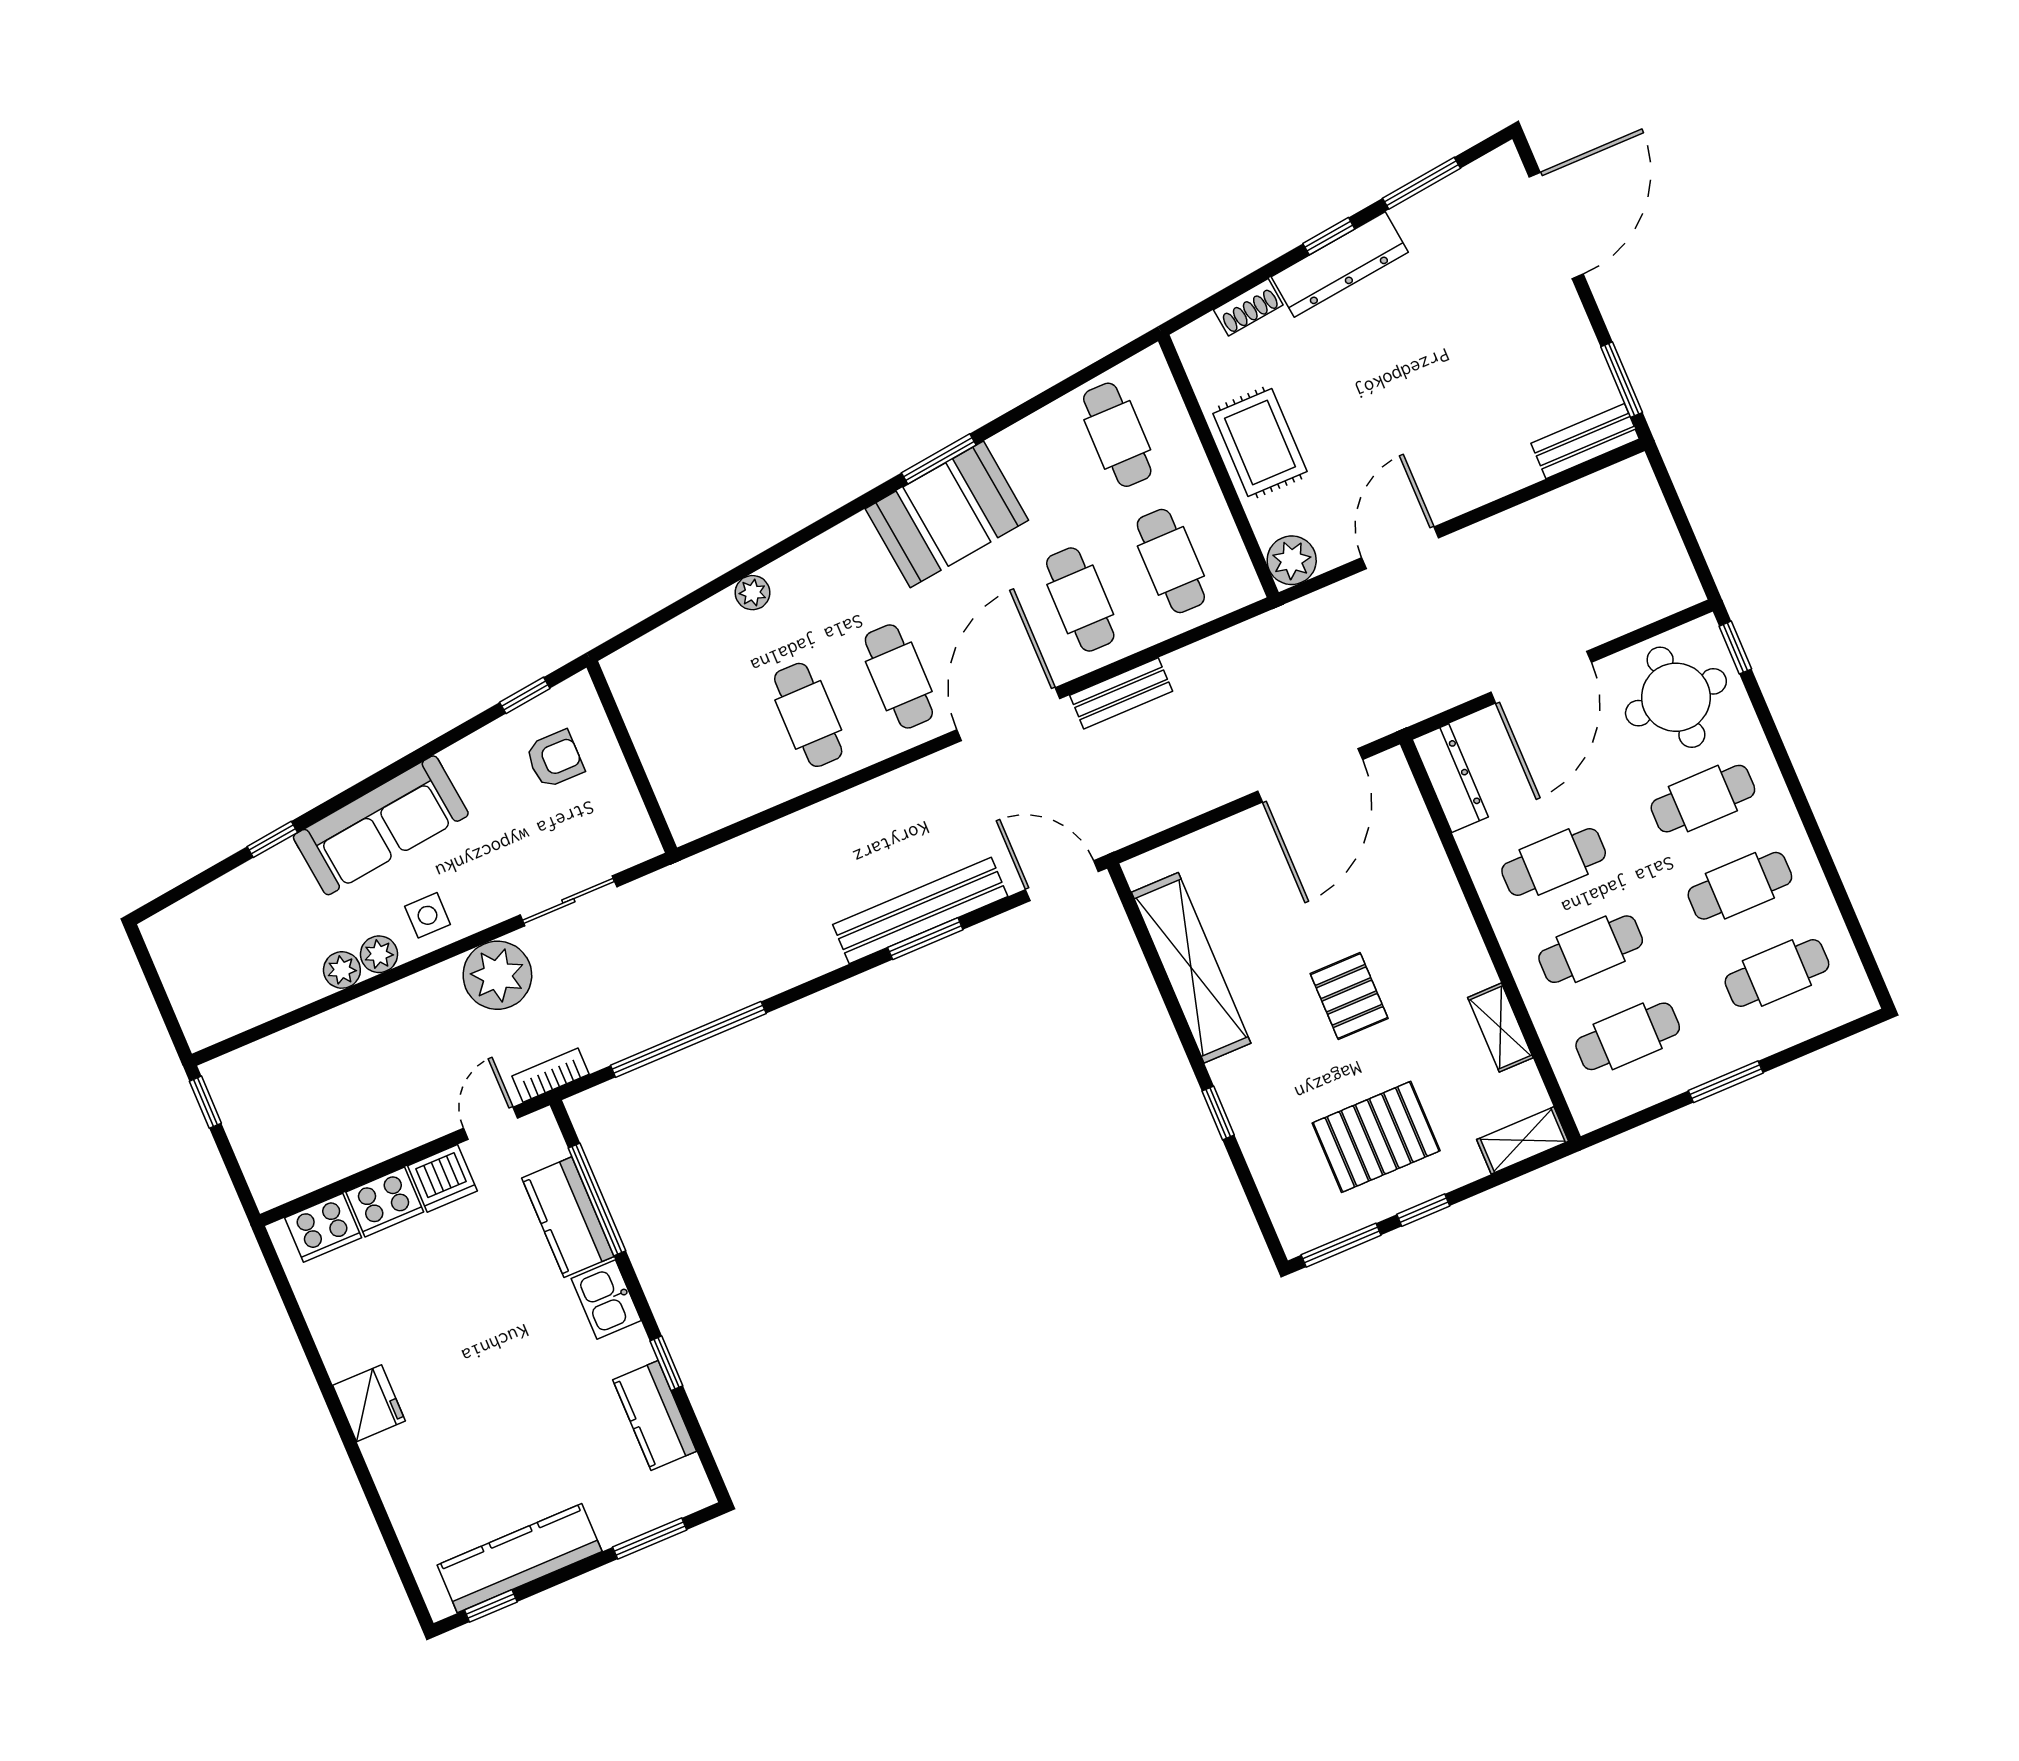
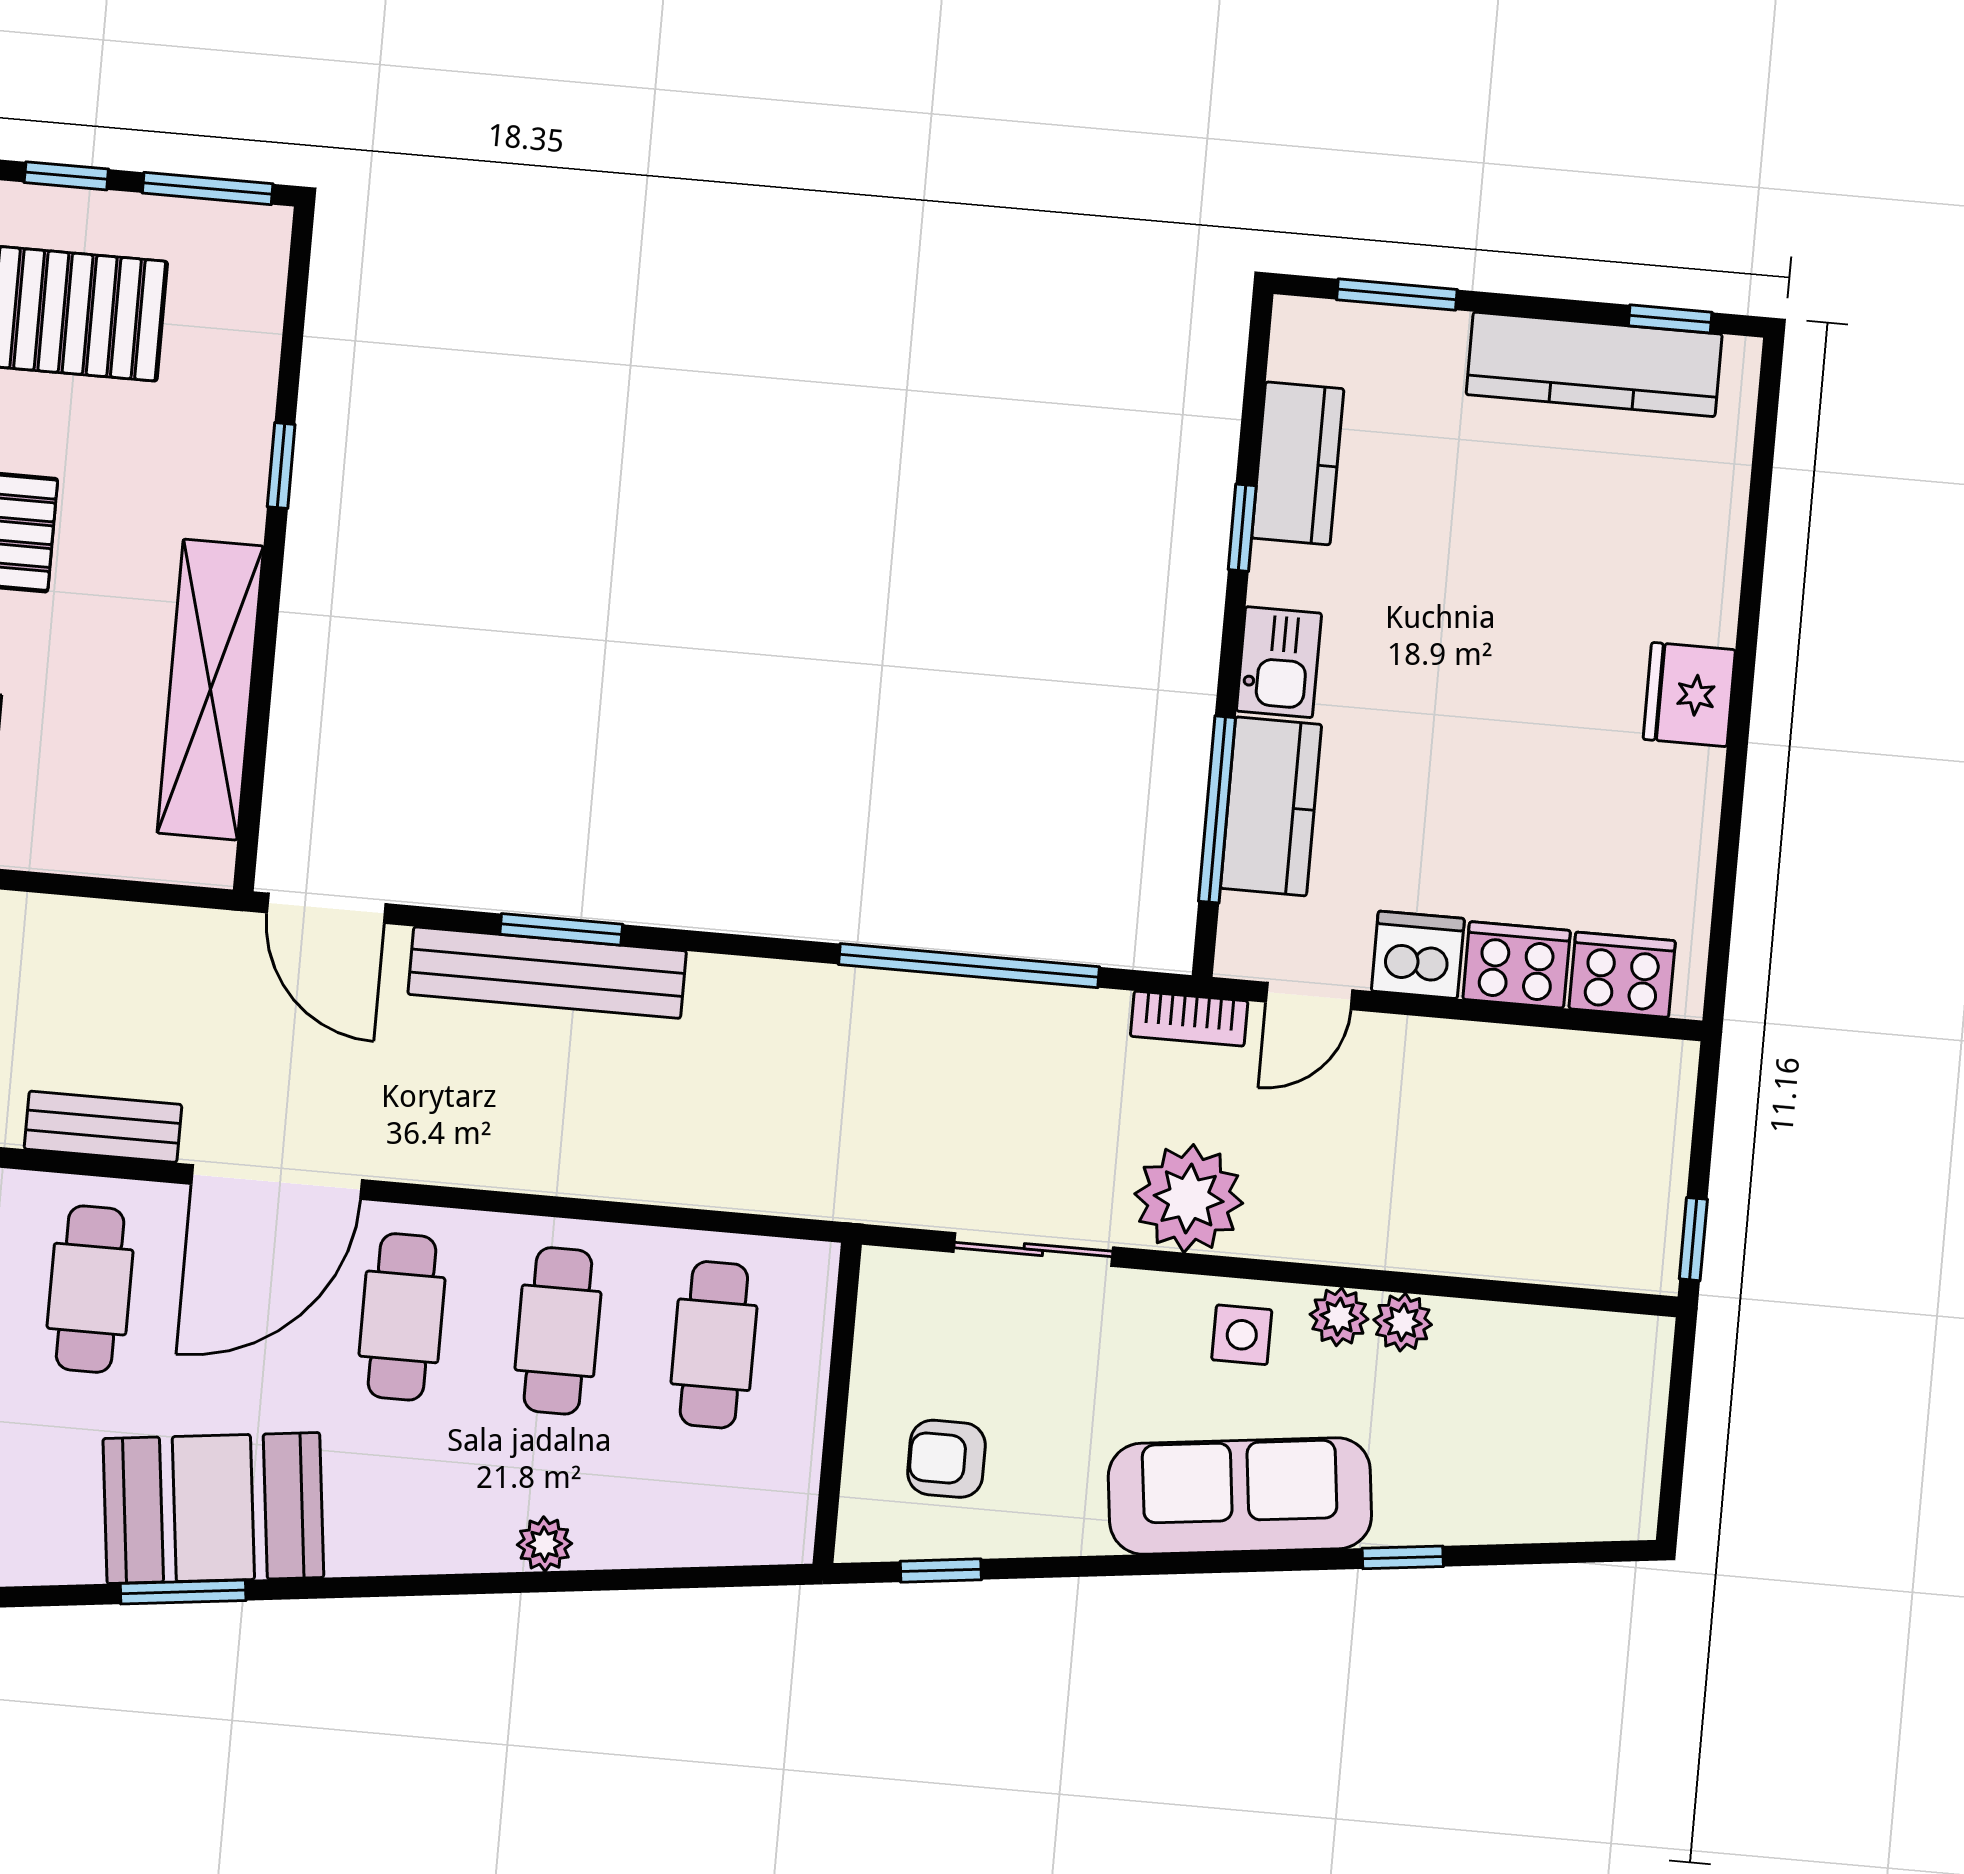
cafe table: (717, 753) -> (714, 1345), added

